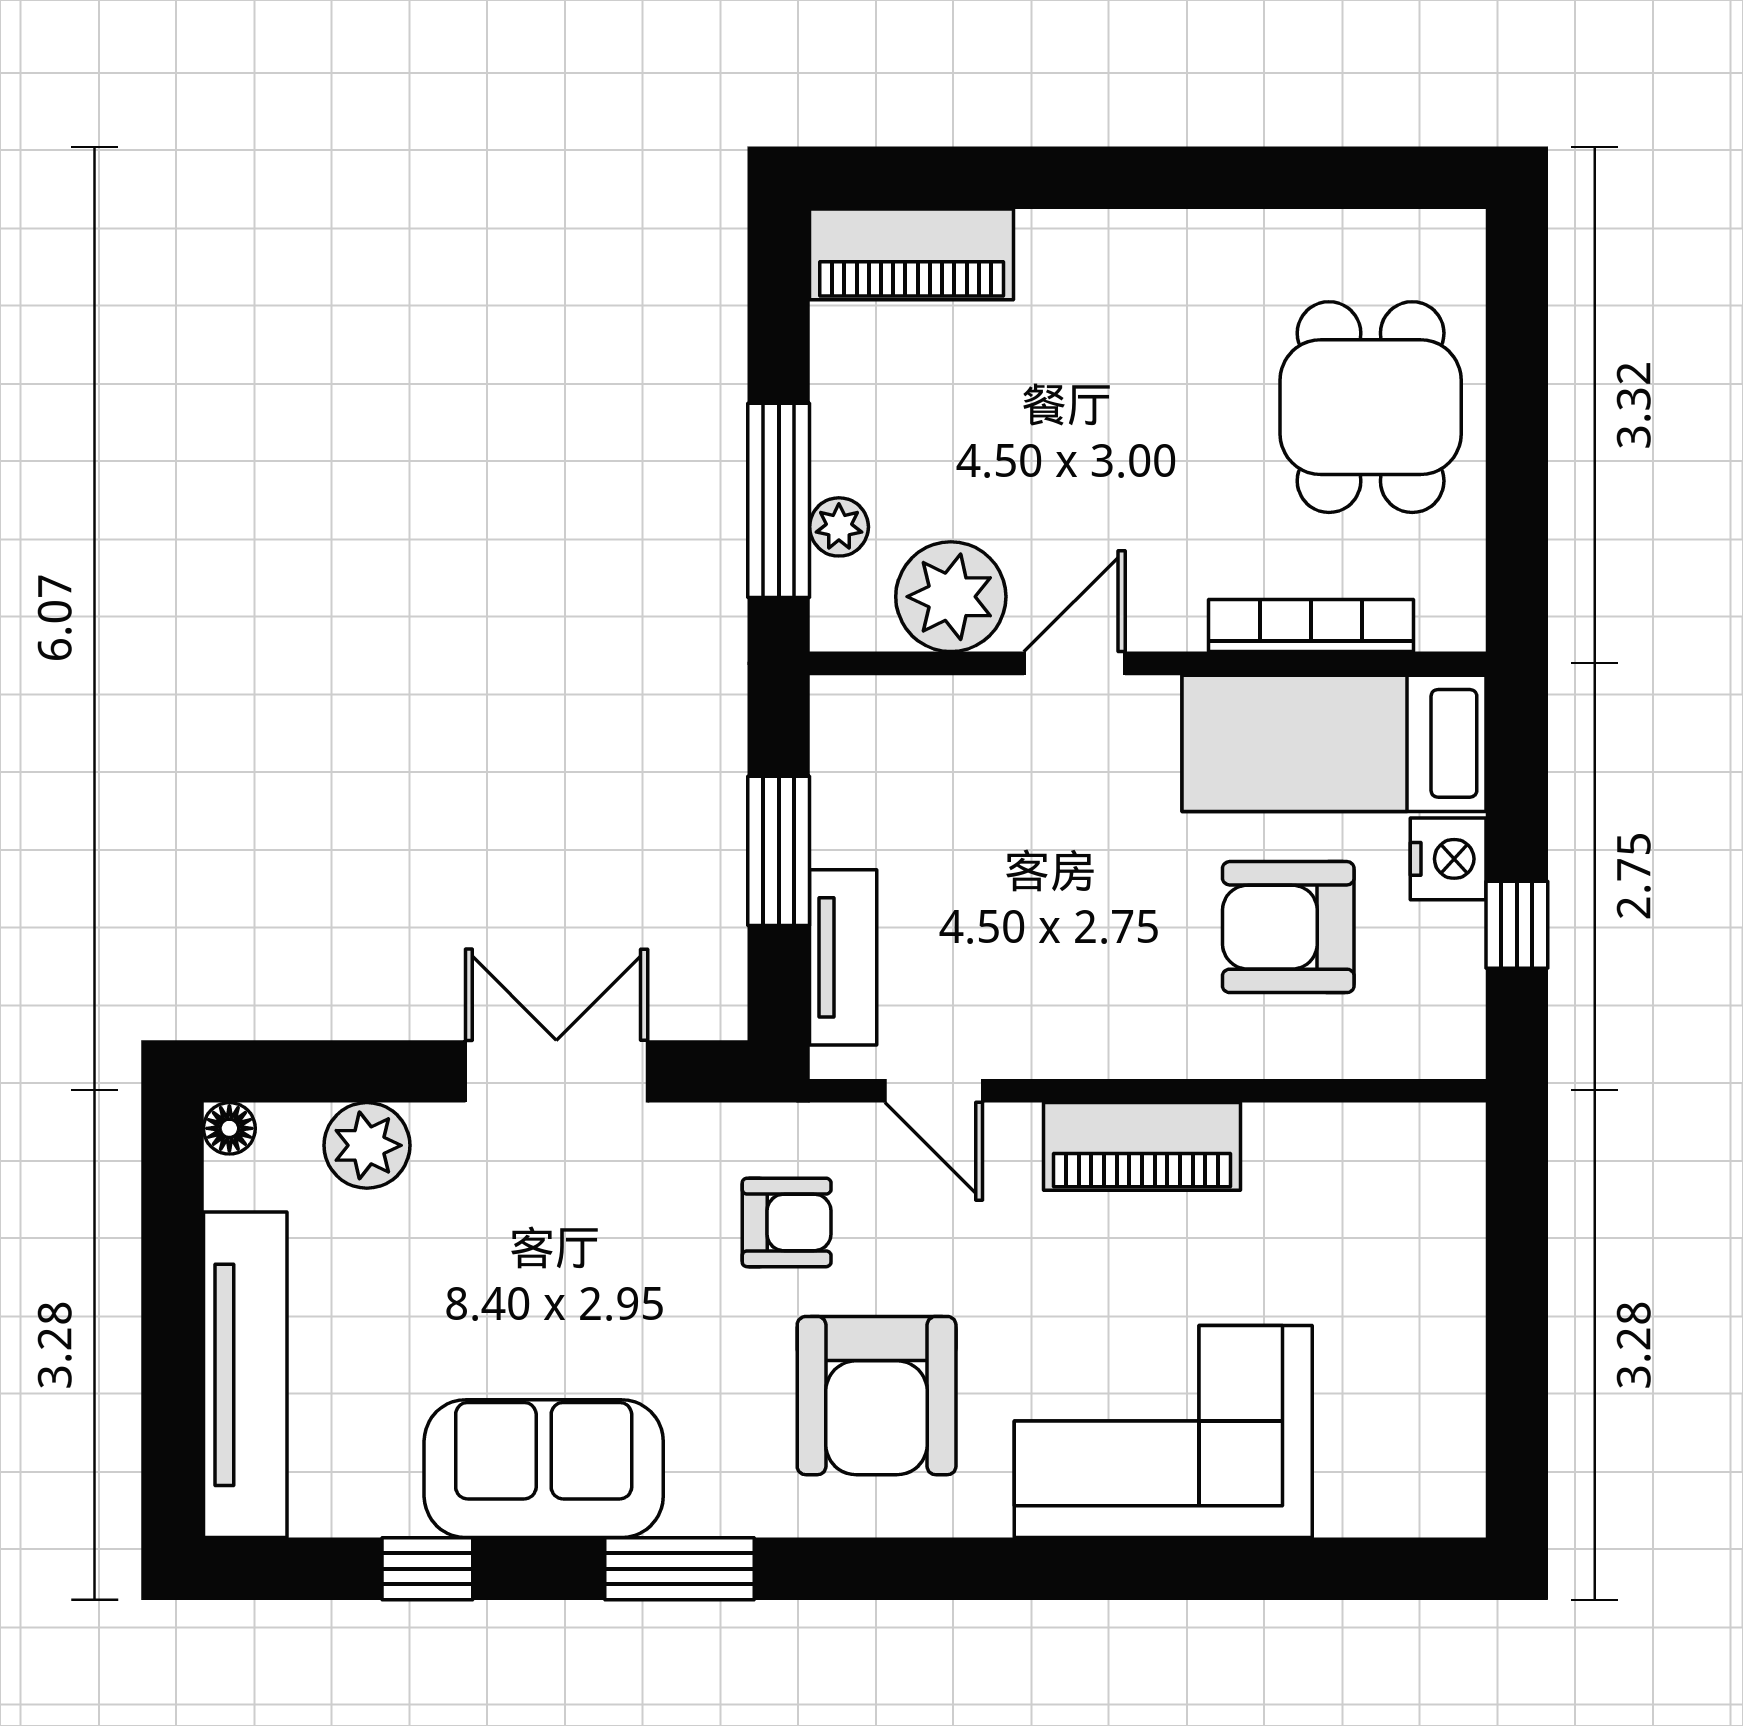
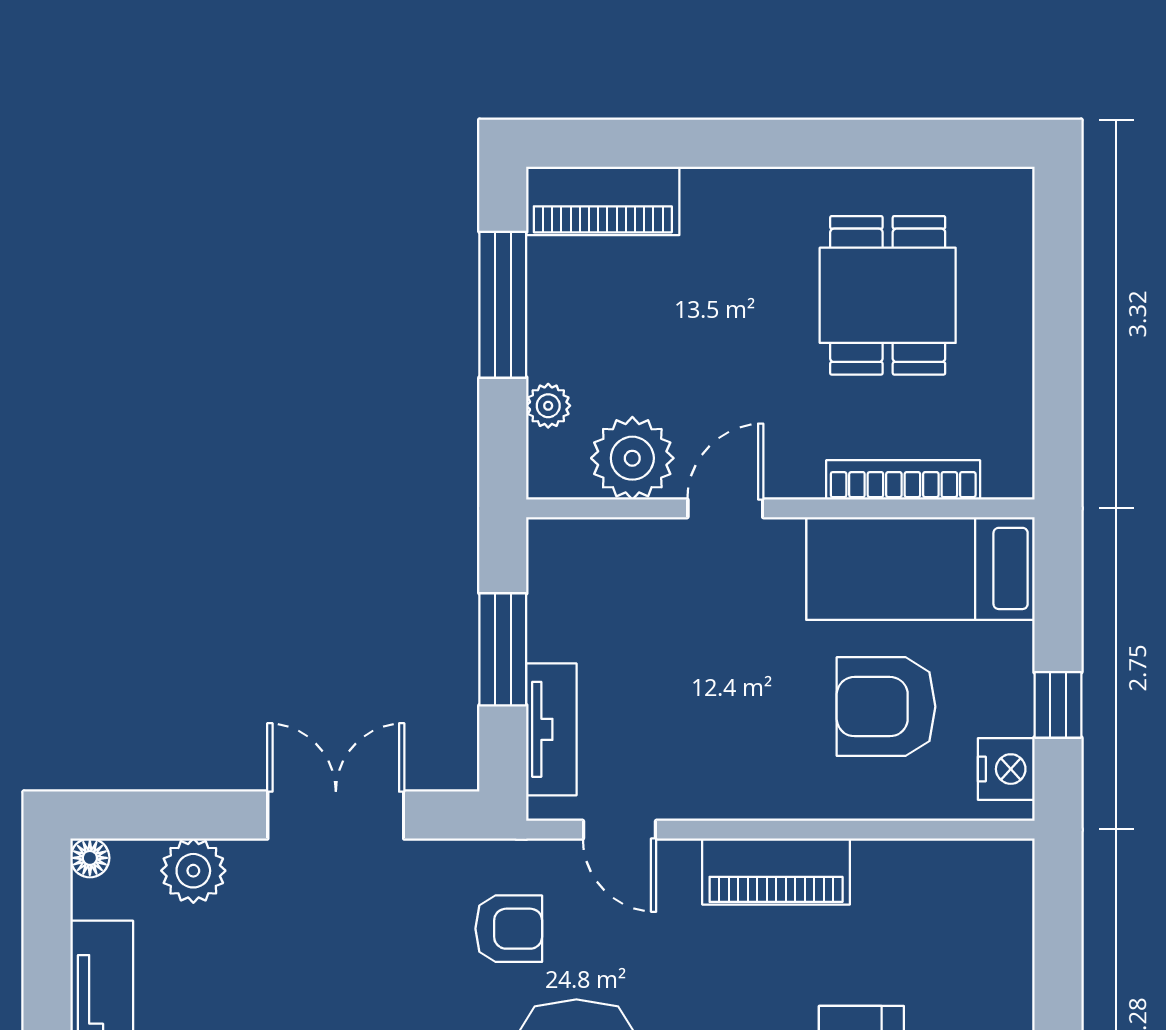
dining table: (1371, 407) -> (888, 295), moved
window: (779, 500) -> (503, 305), moved
nightstand: (1448, 859) -> (1006, 769), moved

